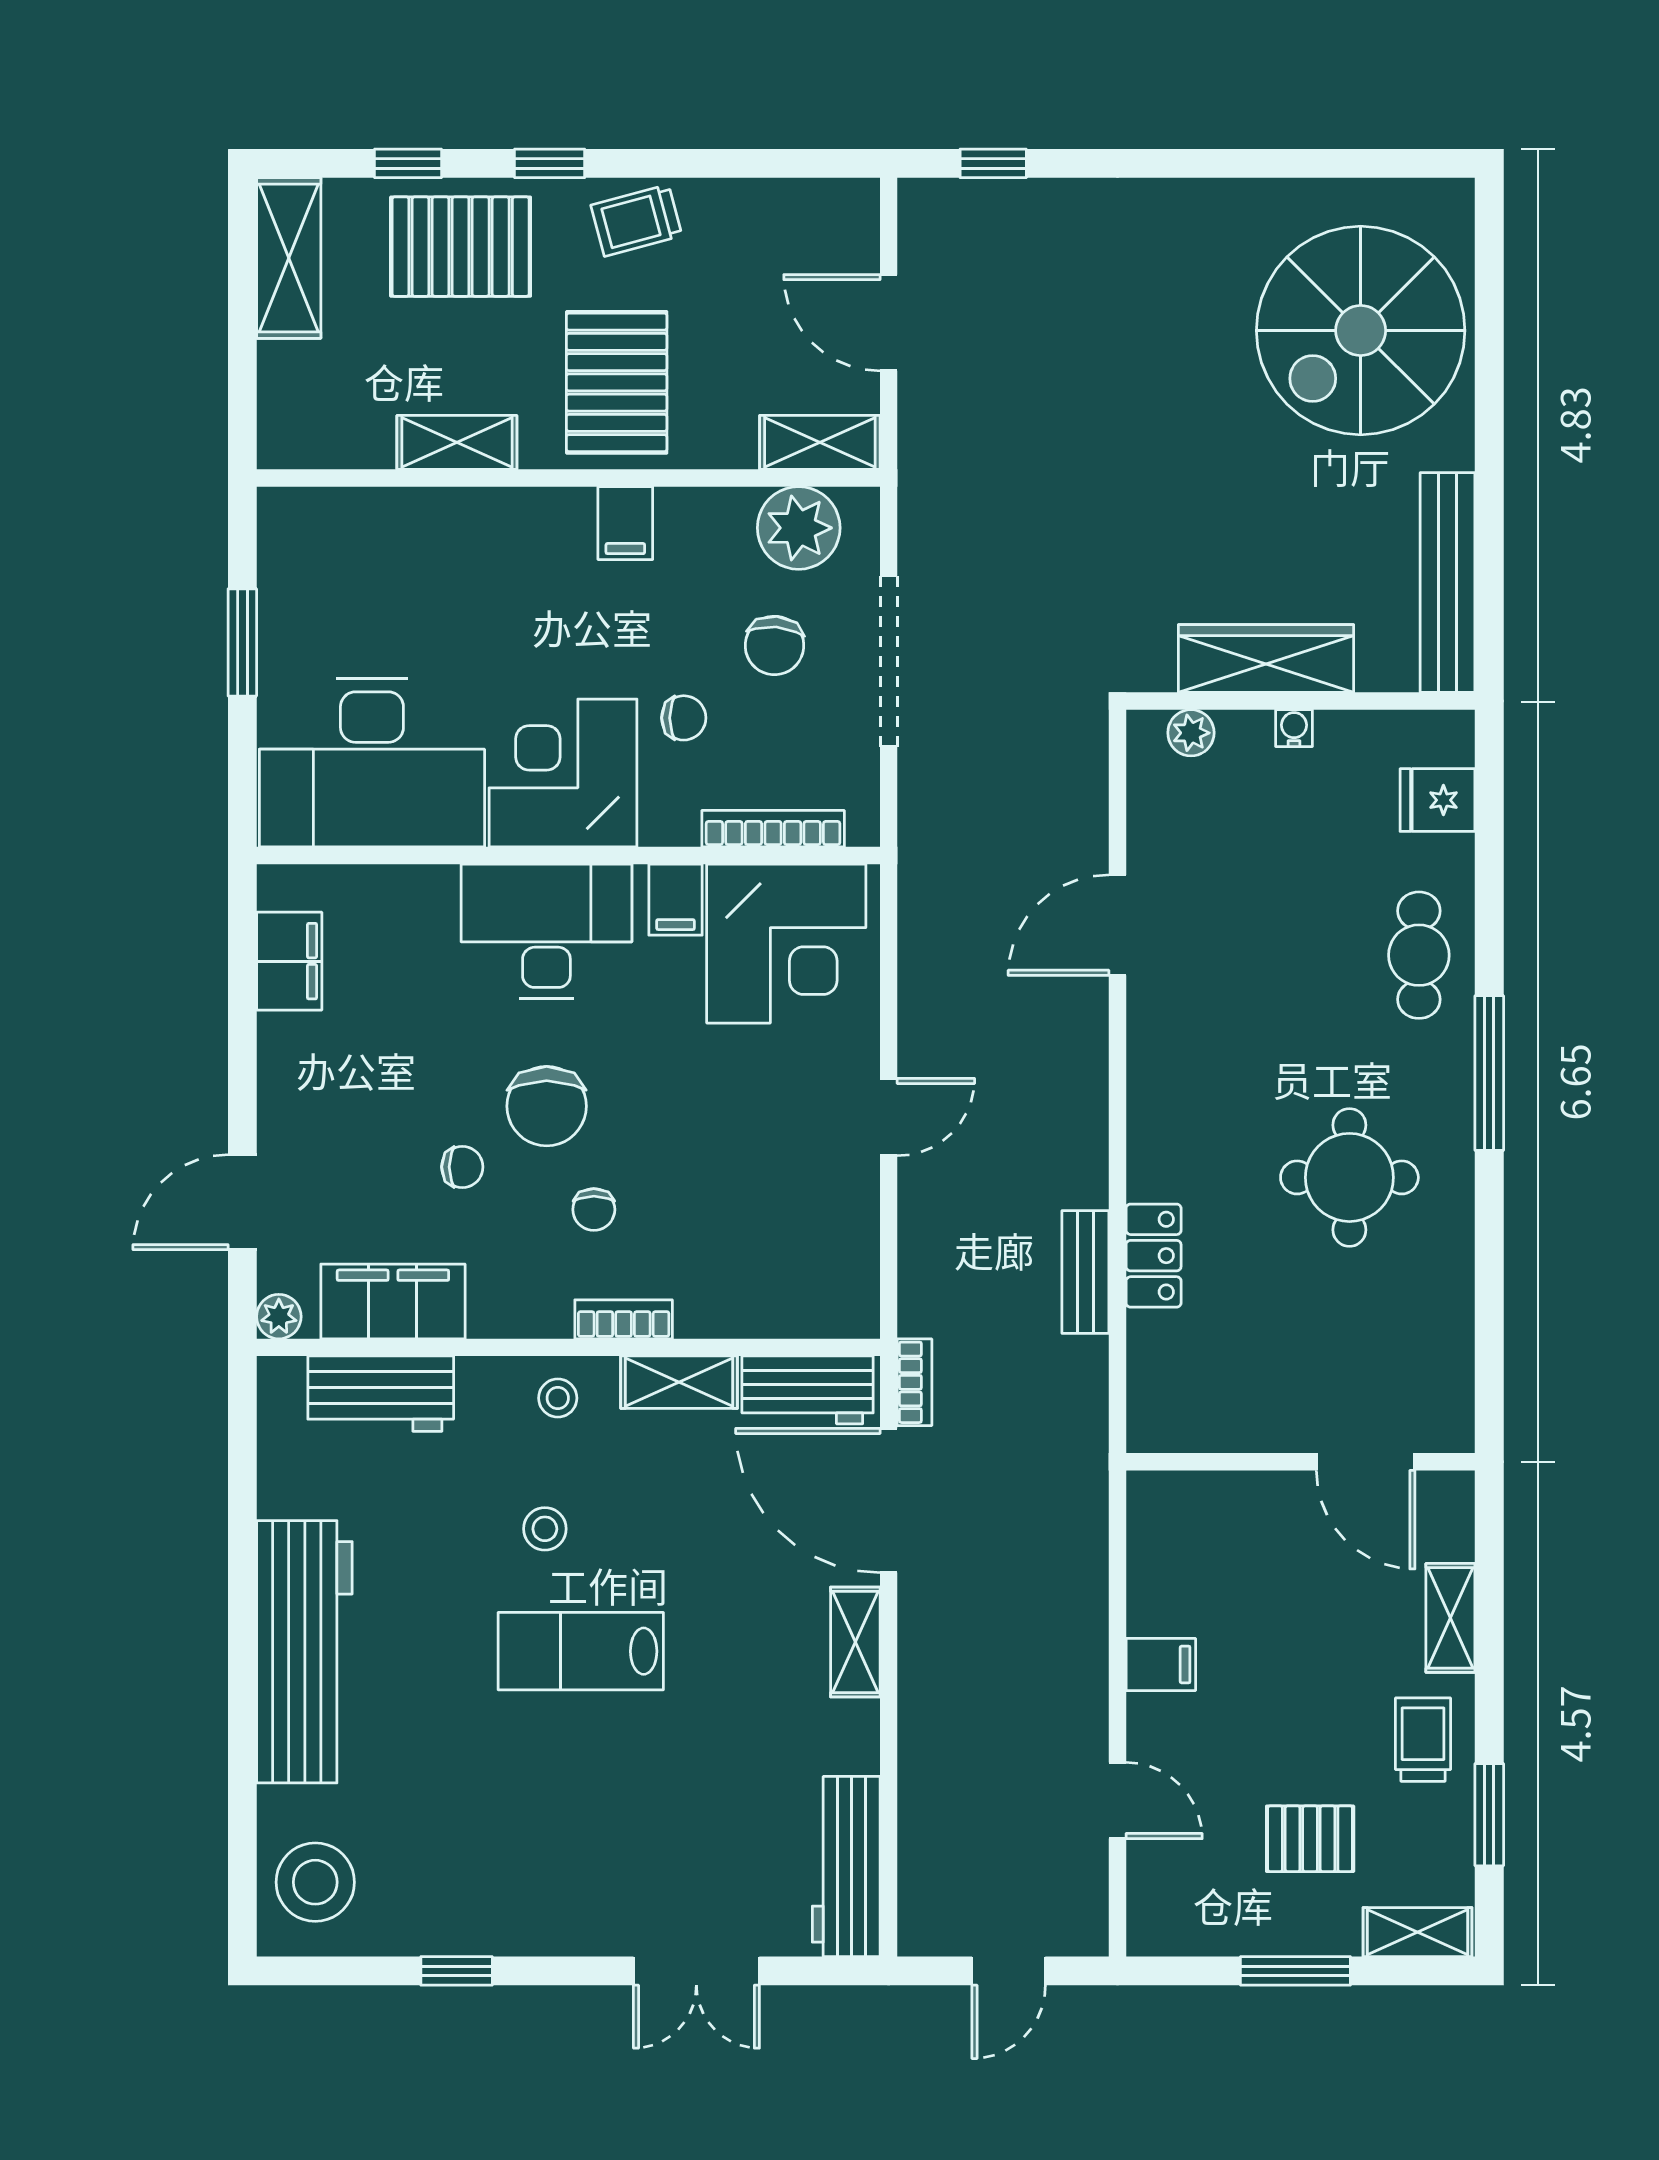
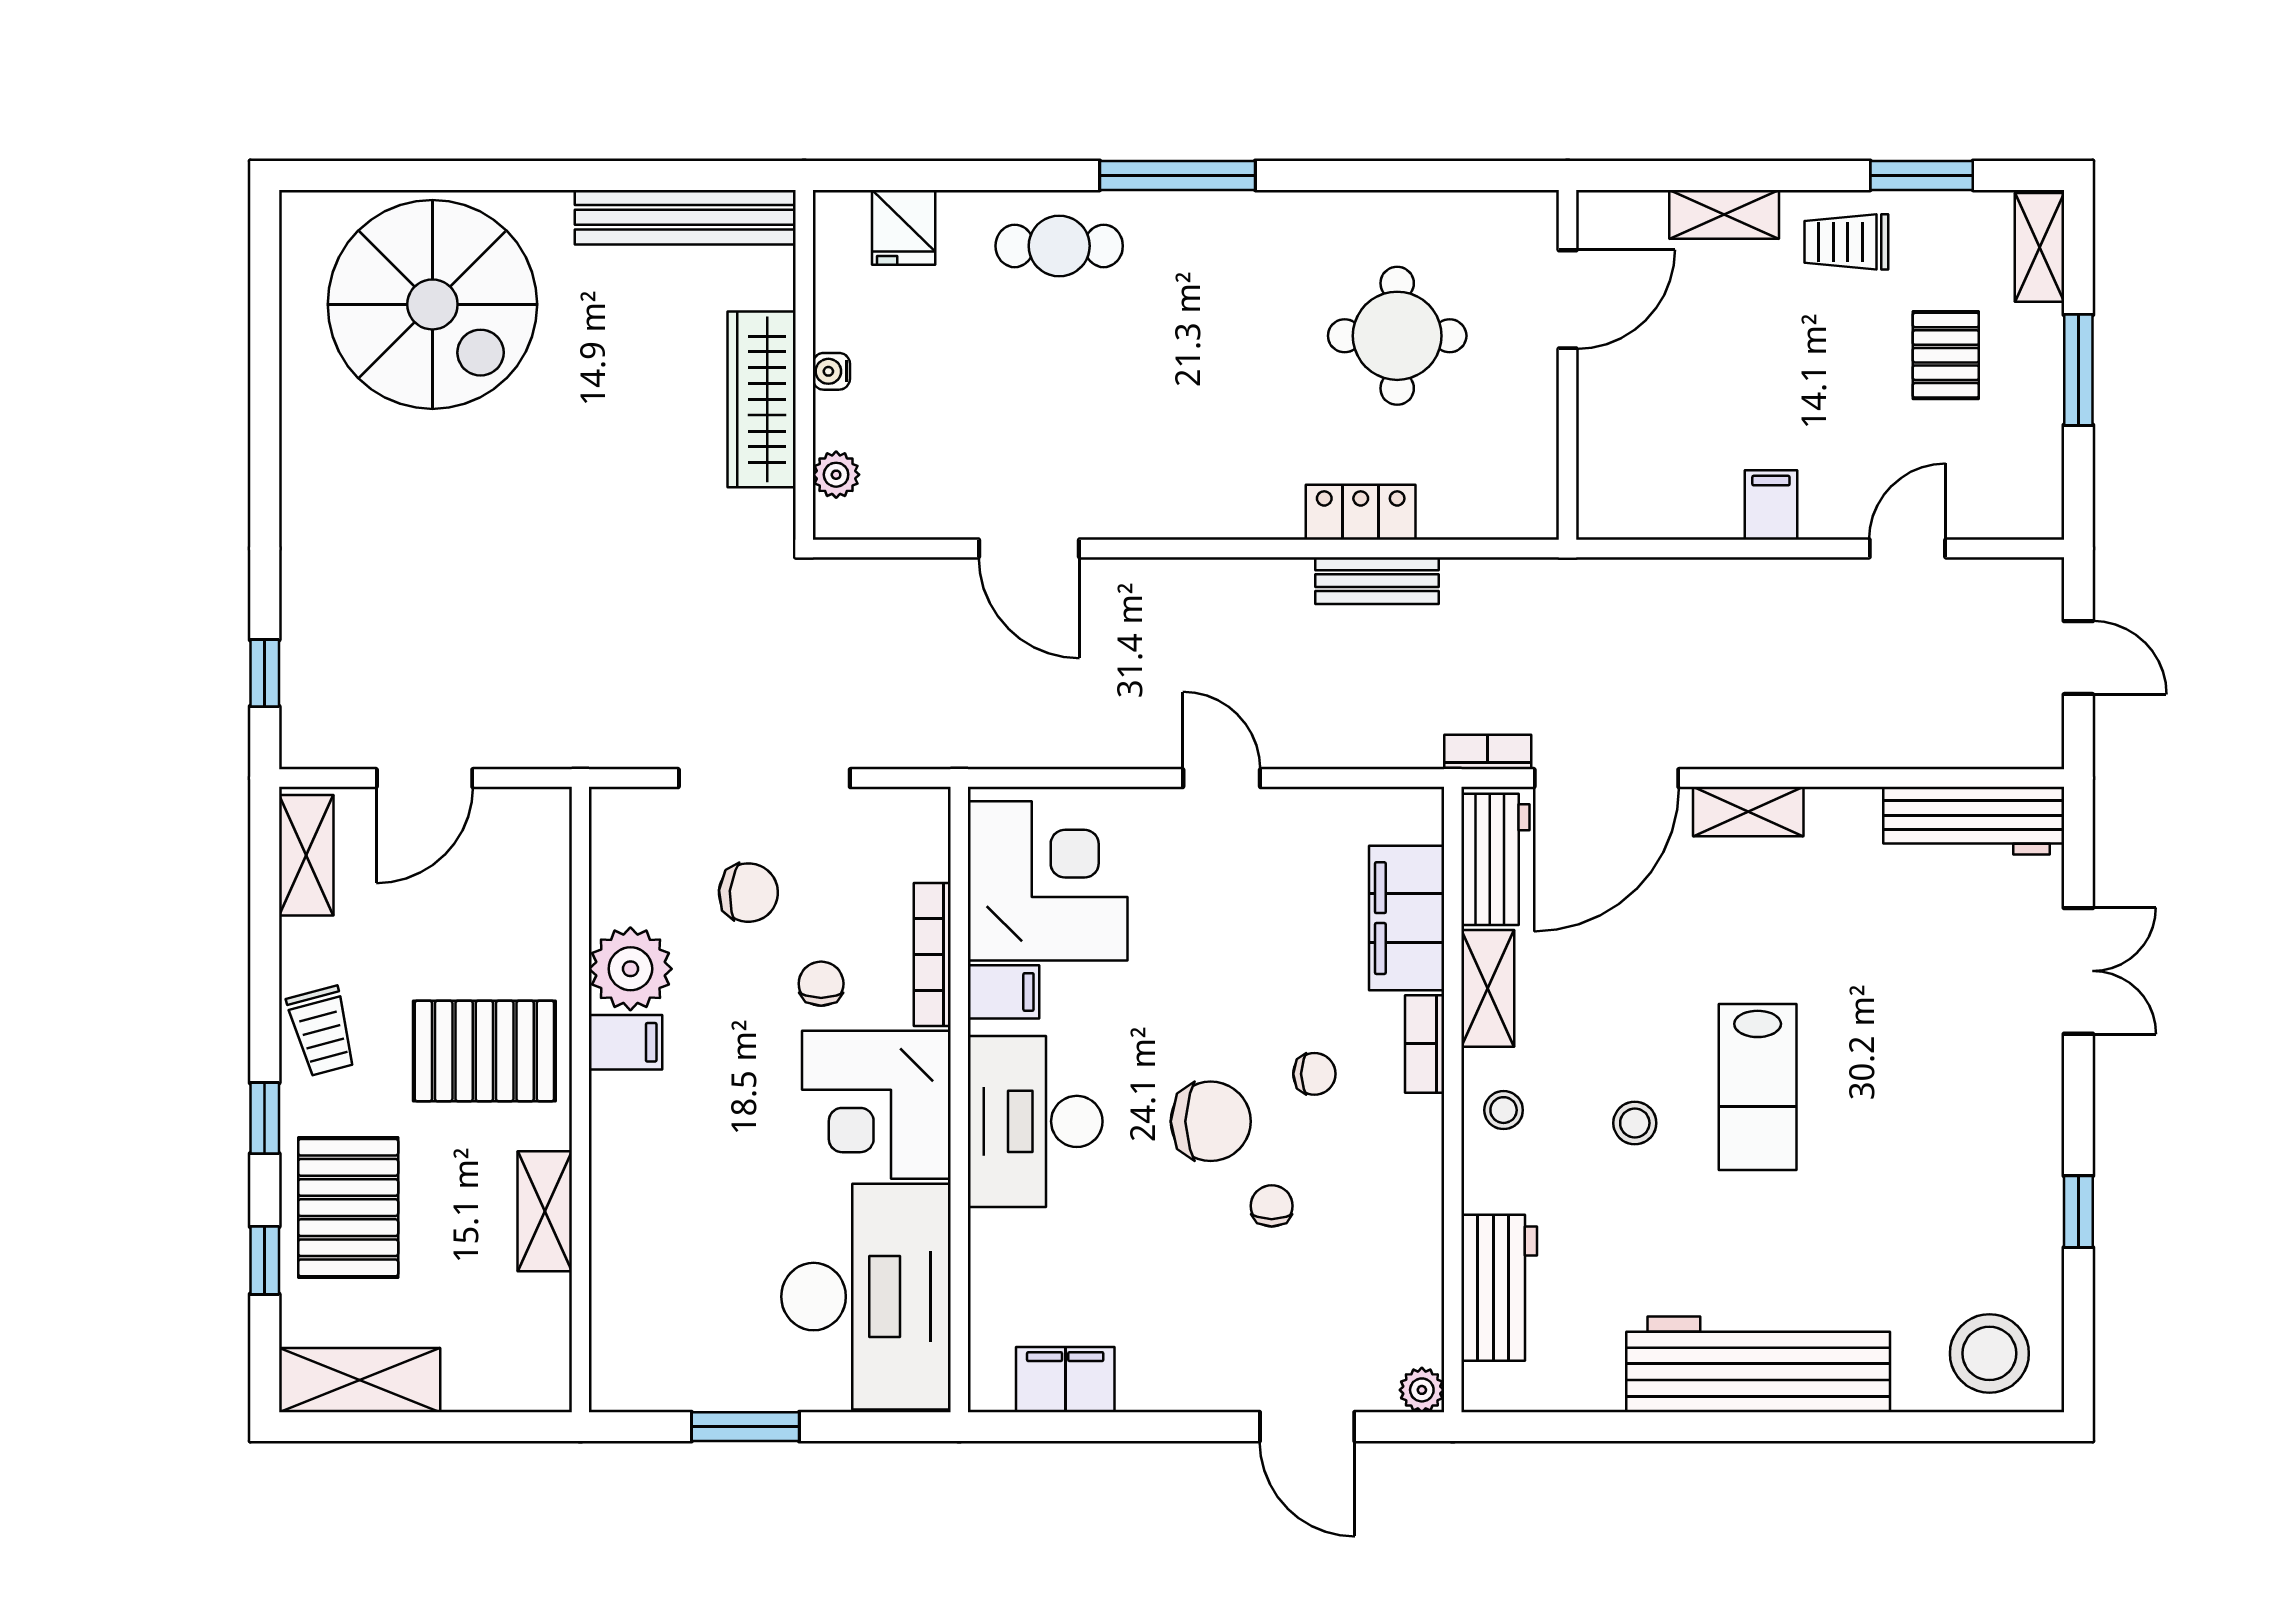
shelving: (820, 442) -> (306, 855), moved
plant: (799, 528) -> (630, 969), moved
bookcase: (773, 829) -> (932, 955), moved
round table: (1349, 1177) -> (1397, 336), moved
filing cabinet: (393, 1301) -> (1407, 918), moved

